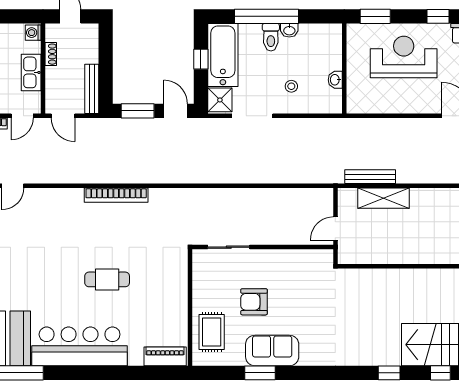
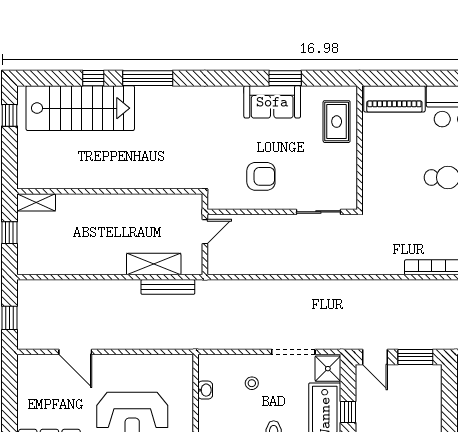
armchair: (254, 302) -> (261, 176), moved
piano: (165, 356) -> (394, 99), width x1.37, depth x1.33
window: (389, 373) -> (148, 78), width x2.17

